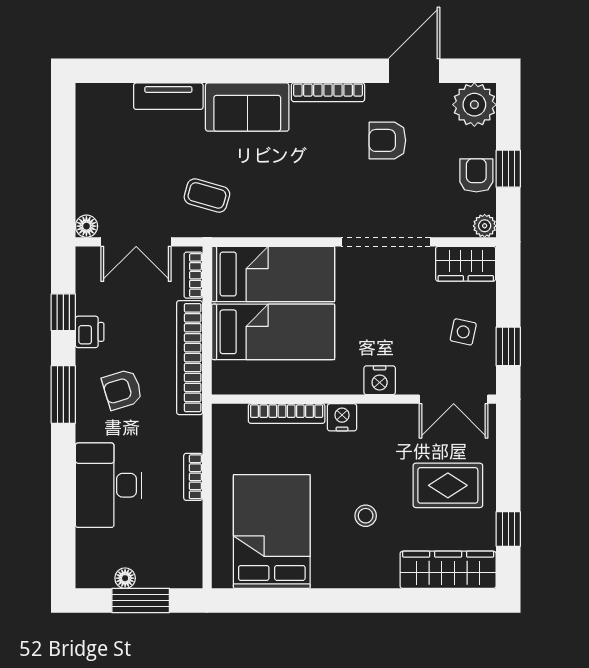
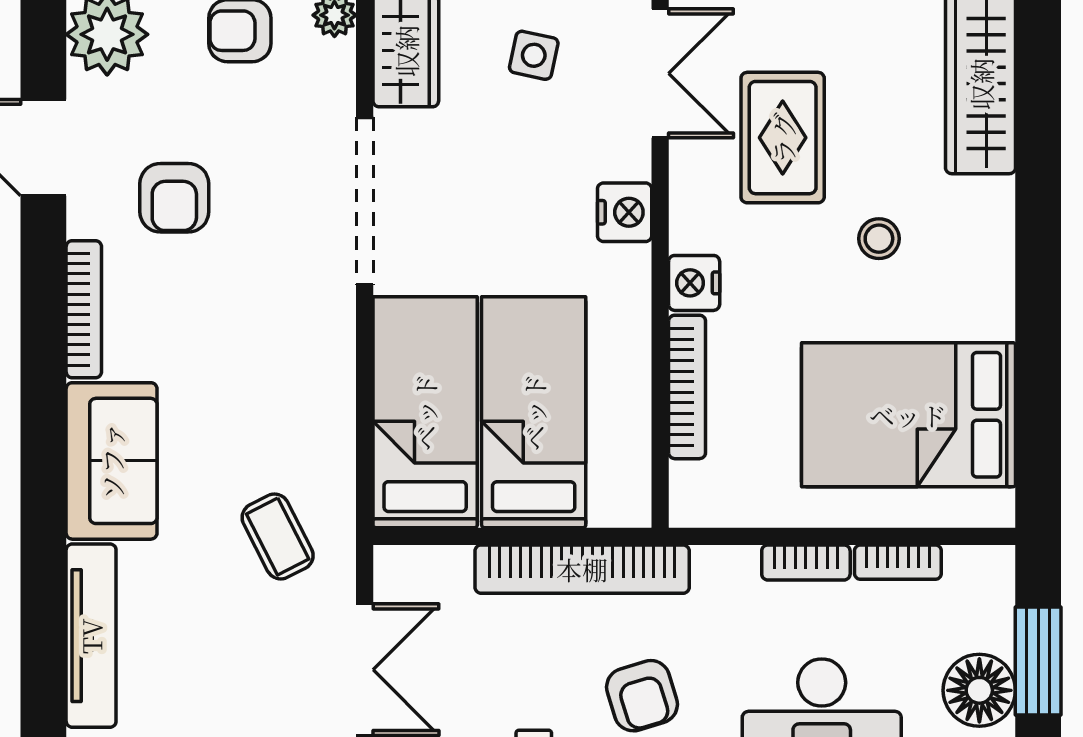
tv unit: (168, 96) -> (91, 636), width x1.41
coffee table: (207, 195) -> (278, 537), turned -43
bookcase: (193, 275) -> (898, 562), moved
rug: (448, 485) -> (783, 138), moved
floor lamp: (125, 578) -> (979, 690), width x1.89, depth x1.89

